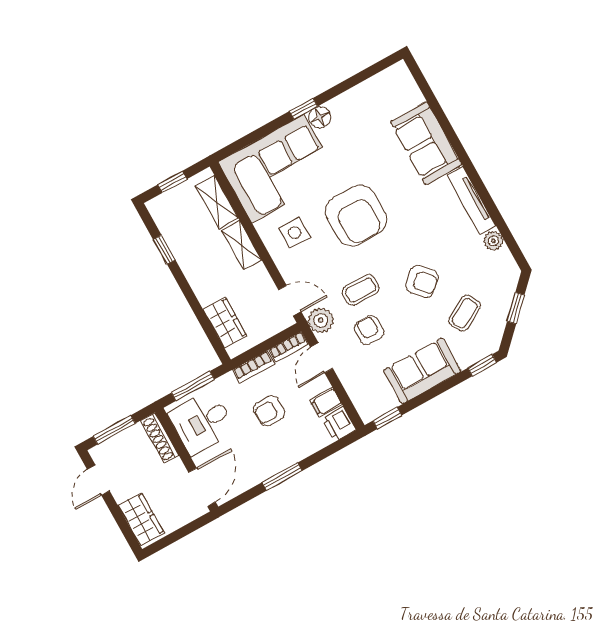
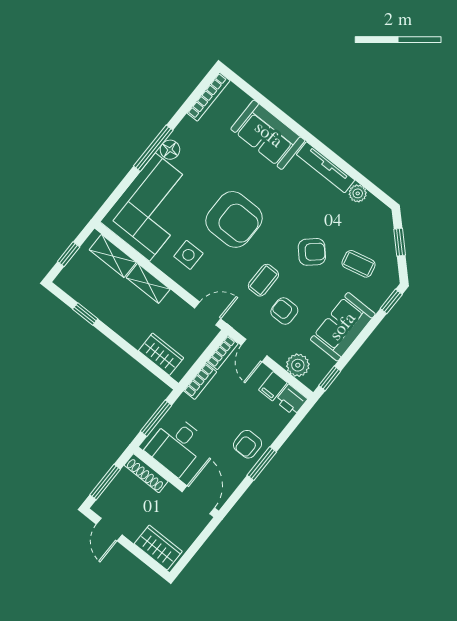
bookcase: (381, 79) -> (208, 97), added
window: (303, 109) -> (153, 148), width x2.17
coffee table: (465, 313) -> (358, 264), turned -74
plant: (321, 320) -> (298, 365), moved
armchair: (269, 411) -> (248, 444), moved

